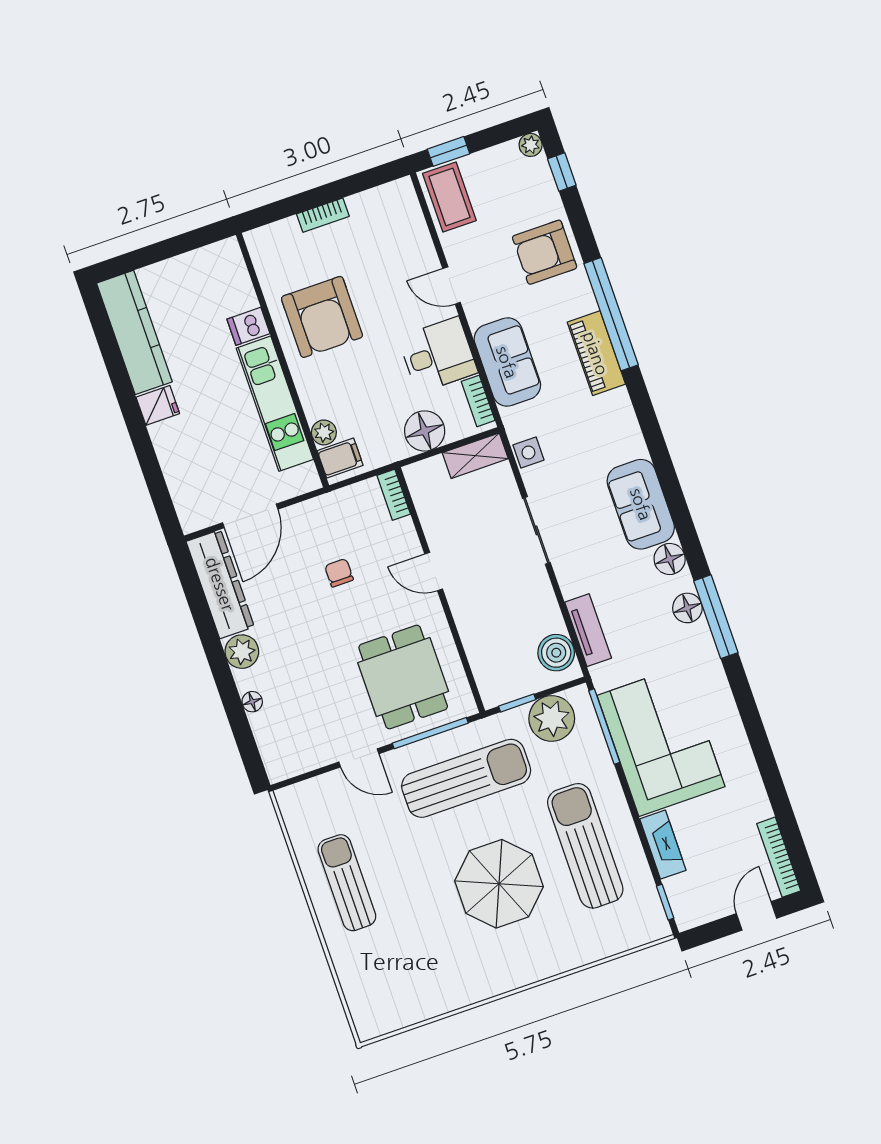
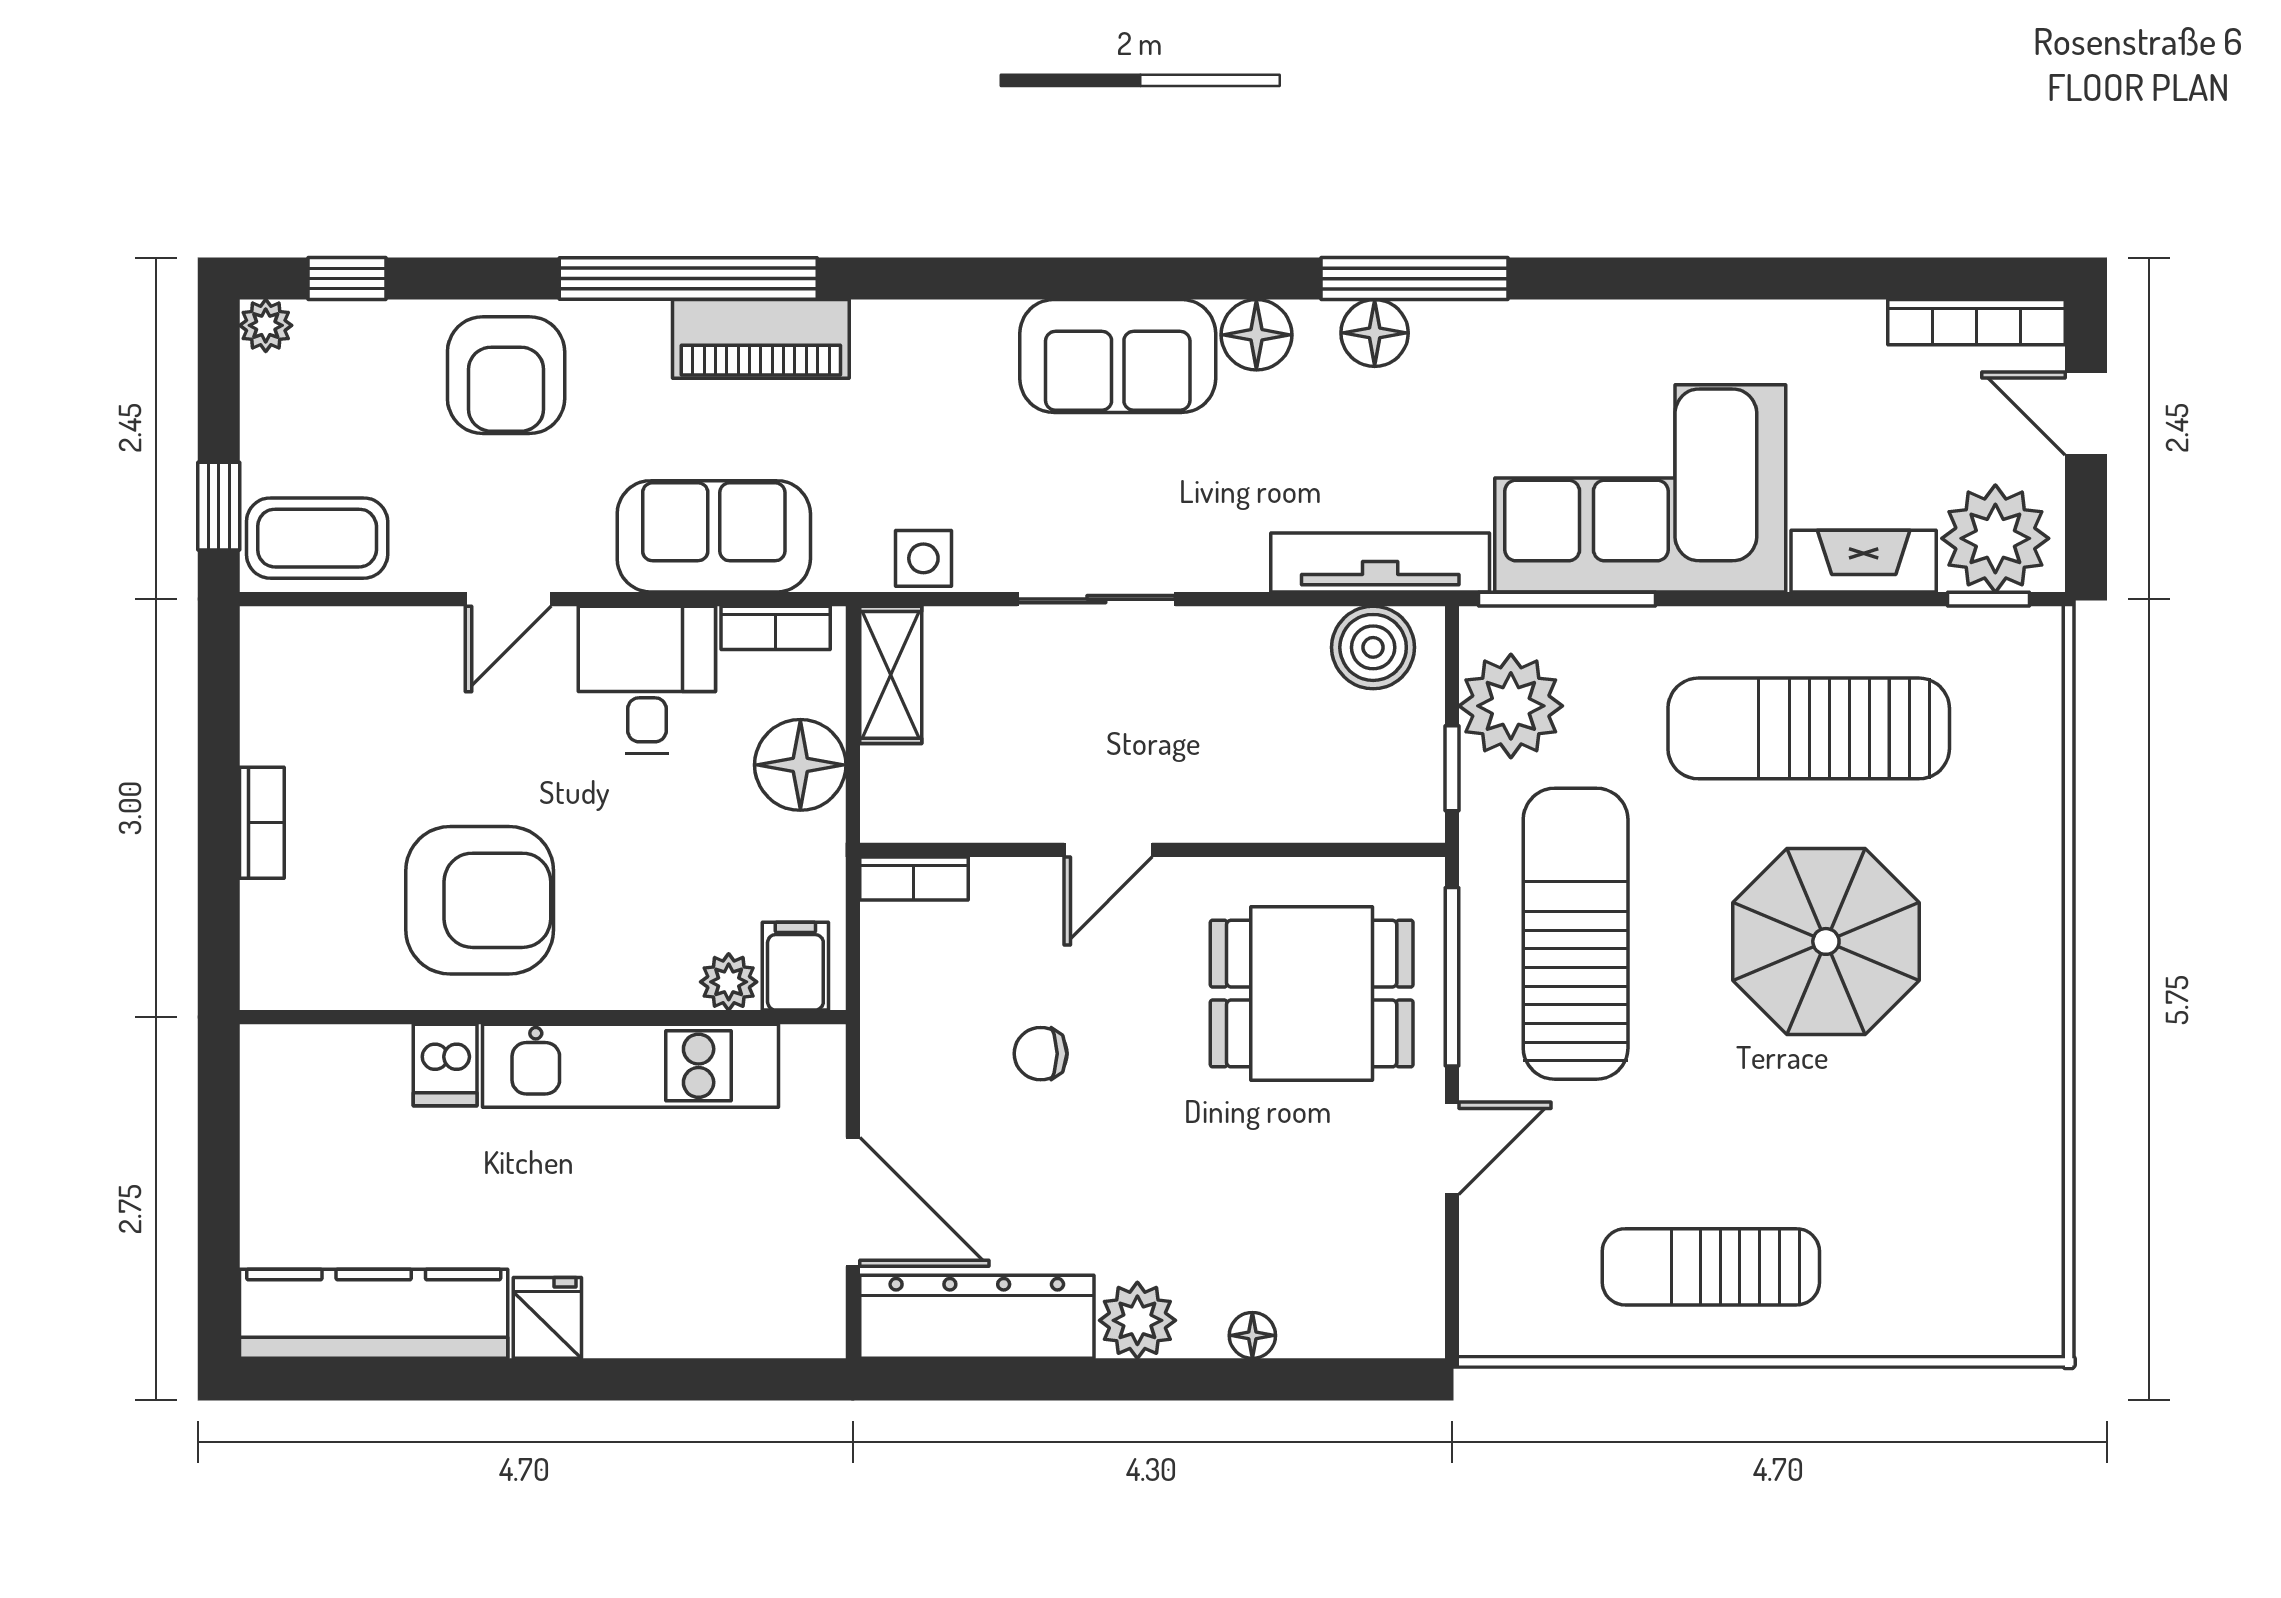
tv unit: (588, 630) -> (1380, 562), width x1.41
plant: (691, 896) -> (1995, 538), added

